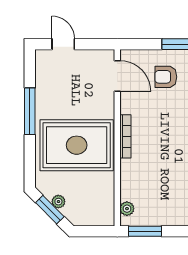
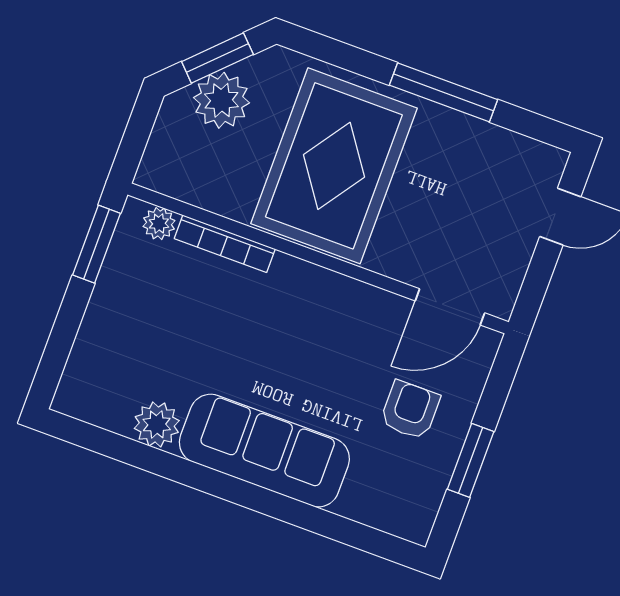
bookcase: (125, 136) -> (225, 244), moved
plant: (58, 202) -> (221, 100), width x1.88, depth x1.88

